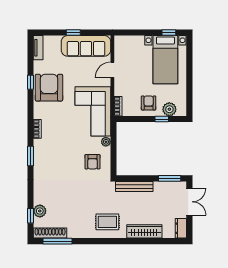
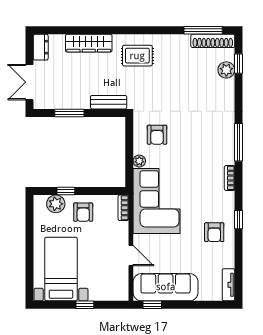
window: (73, 32) -> (152, 305), moved
window: (169, 32) -> (85, 305), moved
door: (112, 70) -> (131, 256), hinge flipped
window: (31, 82) -> (238, 220), moved
armchair: (49, 88) -> (214, 232), width x0.53, depth x0.53
window: (31, 156) -> (238, 142), width x1.44
armchair: (92, 162) -> (157, 135), turned 180
window: (170, 178) -> (69, 113), moved
bench: (134, 186) -> (109, 102), width x0.73

